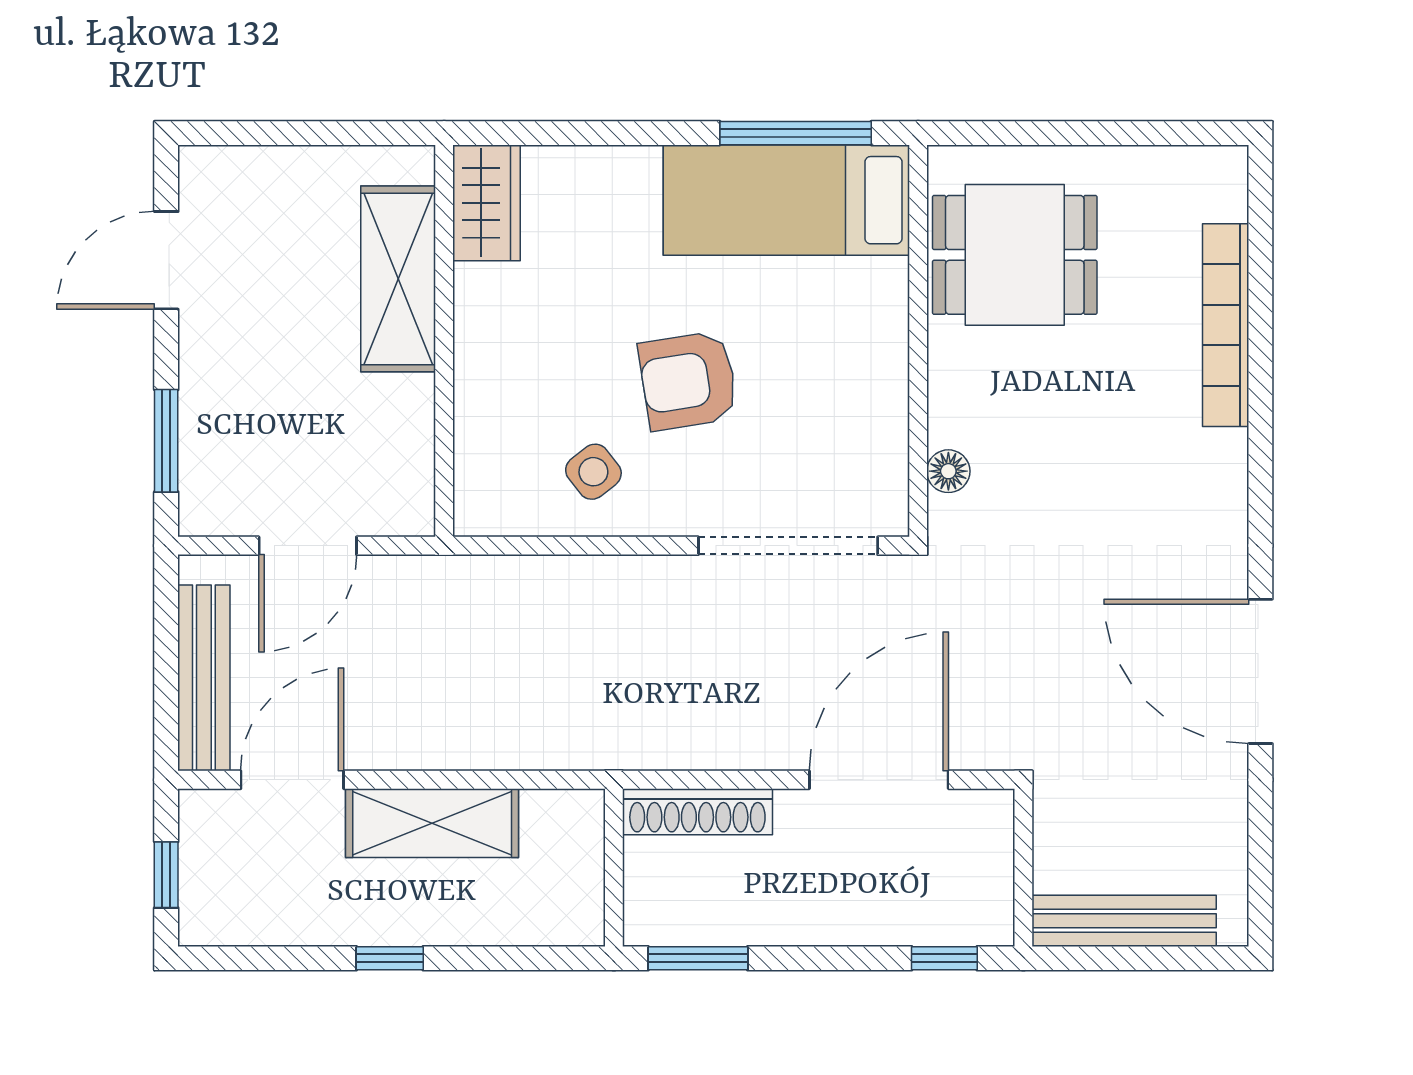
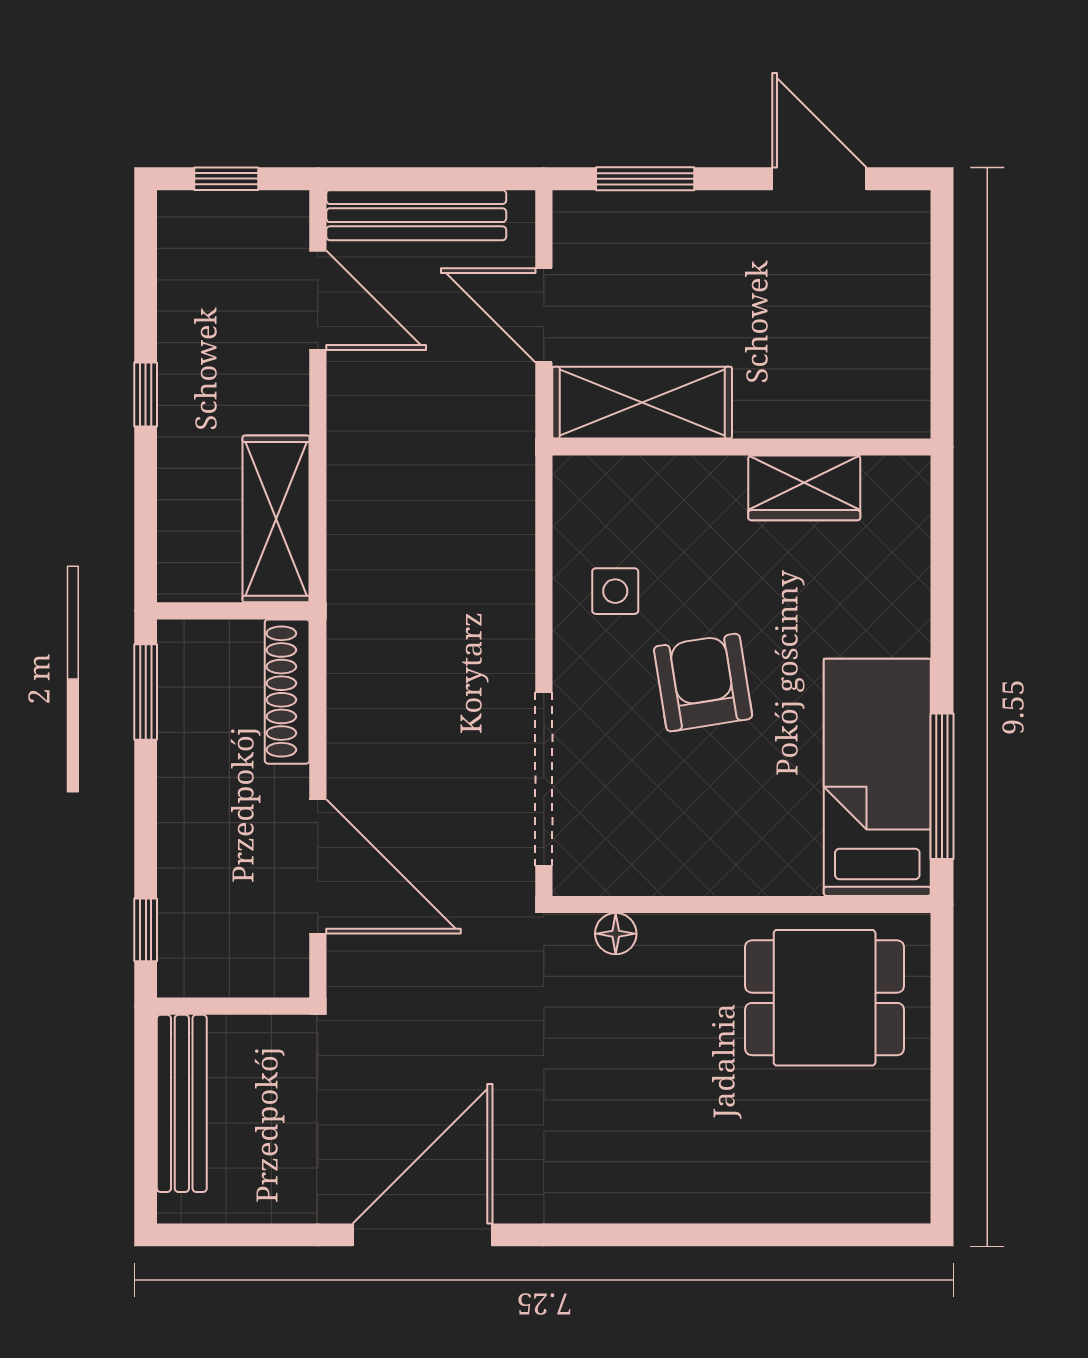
wardrobe: (487, 203) -> (804, 488), moved
dining table: (1015, 255) -> (825, 998), turned 90
shelving: (398, 279) -> (642, 403), moved
bookcase: (1226, 325) -> (757, 1201), removed
side table: (593, 472) -> (615, 591), turned 38
shelving: (432, 823) -> (276, 519), moved

